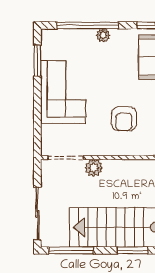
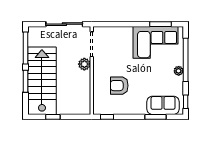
corner sofa: (63, 92) -> (156, 42), moved
sliding door: (37, 213) -> (64, 24), moved
window: (133, 250) -> (26, 81), moved

